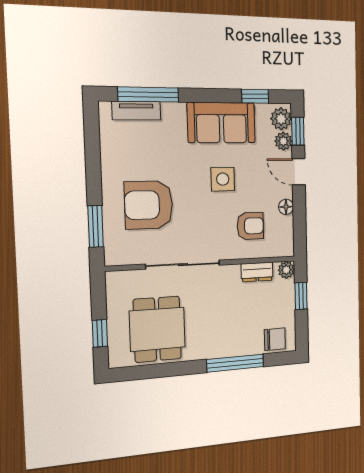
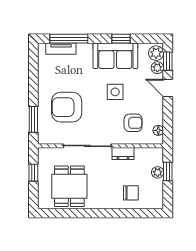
window: (255, 96) -> (121, 39), moved
floor lamp: (286, 207) -> (158, 130), moved
plant: (286, 270) -> (158, 172), moved
dresser: (257, 272) -> (123, 153), moved
window: (100, 333) -> (33, 173), moved
chair: (275, 339) -> (131, 193), moved
window: (235, 363) -> (120, 213), removed

